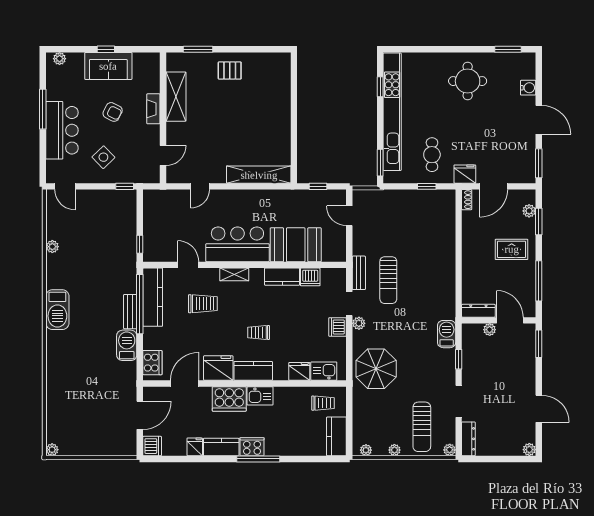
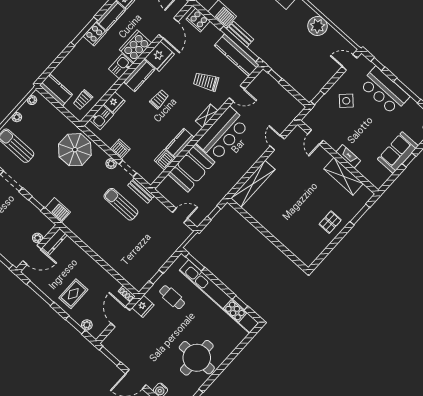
round table: (468, 81) -> (197, 358), width x1.36, depth x1.36
armchair: (113, 112) -> (368, 130), removed
window: (43, 158) -> (378, 64), added
plant: (52, 247) -> (317, 26), width x1.87, depth x1.87
trolley: (203, 304) -> (206, 82), turned 64

